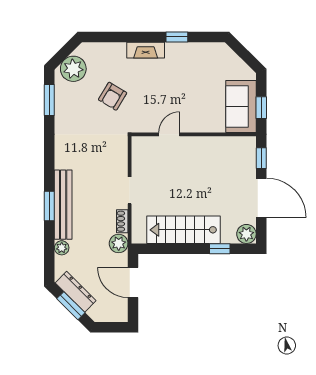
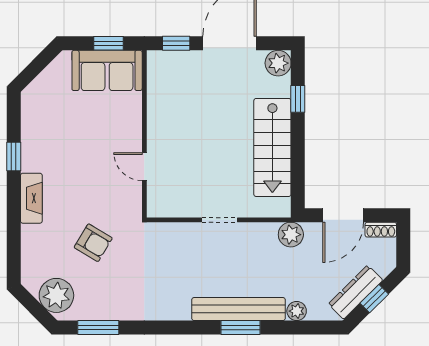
shoe rack: (122, 221) -> (381, 230), moved
window: (71, 306) -> (374, 299), width x0.67

